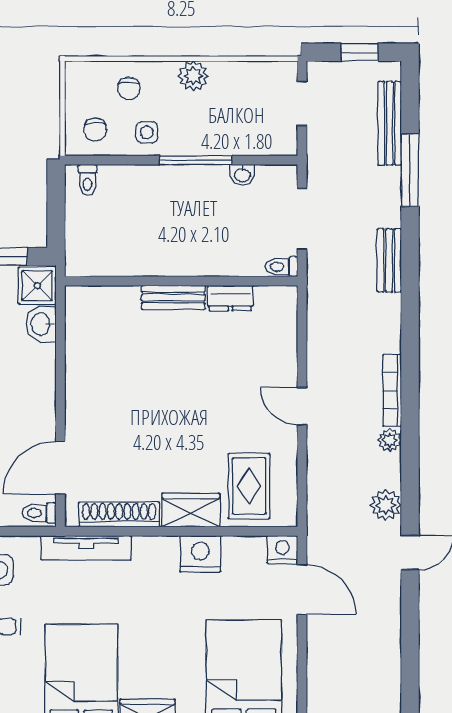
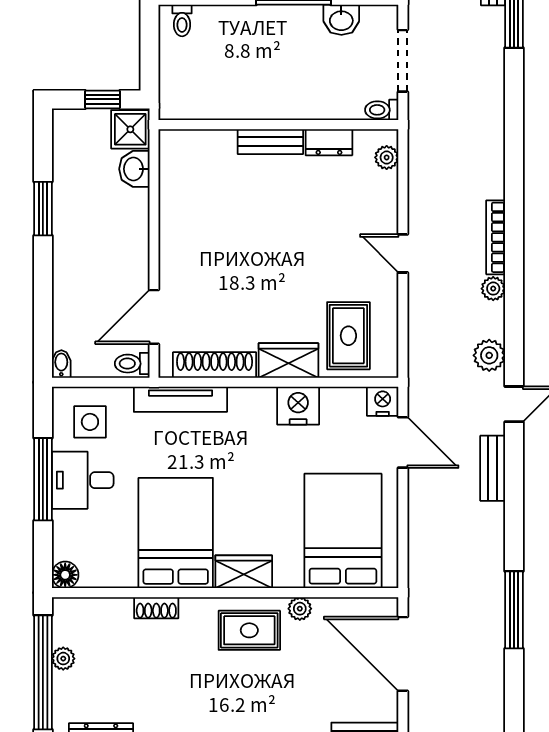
washbasin: (242, 175) -> (341, 20), width x1.38, depth x1.45
bench: (389, 260) -> (493, 468), moved
plant: (286, 313) -> (387, 157), added

